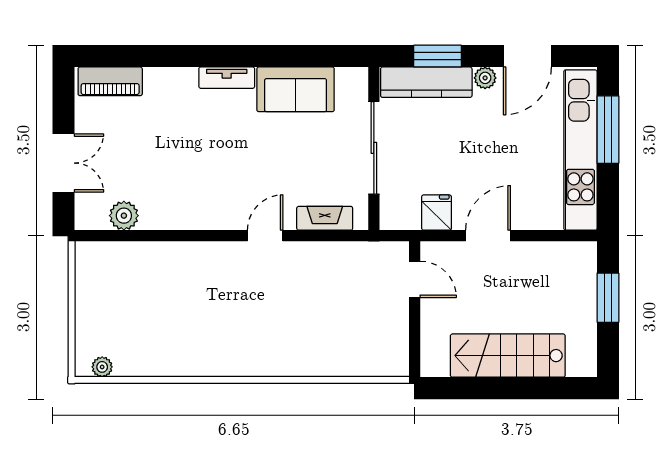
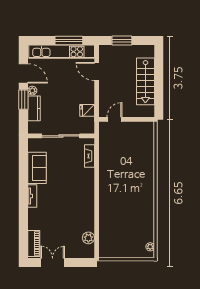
window: (438, 56) -> (23, 100), moved
kitchen counter: (426, 82) -> (34, 108), width x0.67
window: (608, 130) -> (69, 41), moved
double door: (64, 163) -> (53, 263), moved
door: (265, 236) -> (97, 180), removed
door: (488, 236) -> (97, 72), moved

